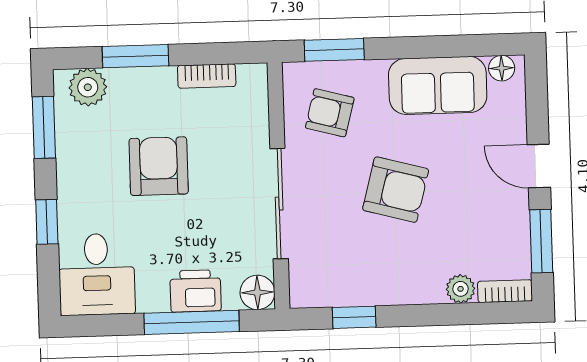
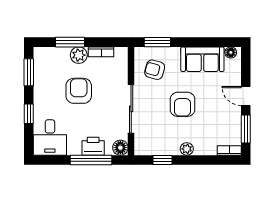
plant: (88, 87) -> (79, 55), moved
armchair: (396, 190) -> (183, 104), turned 75
plant: (461, 289) -> (187, 149), moved

